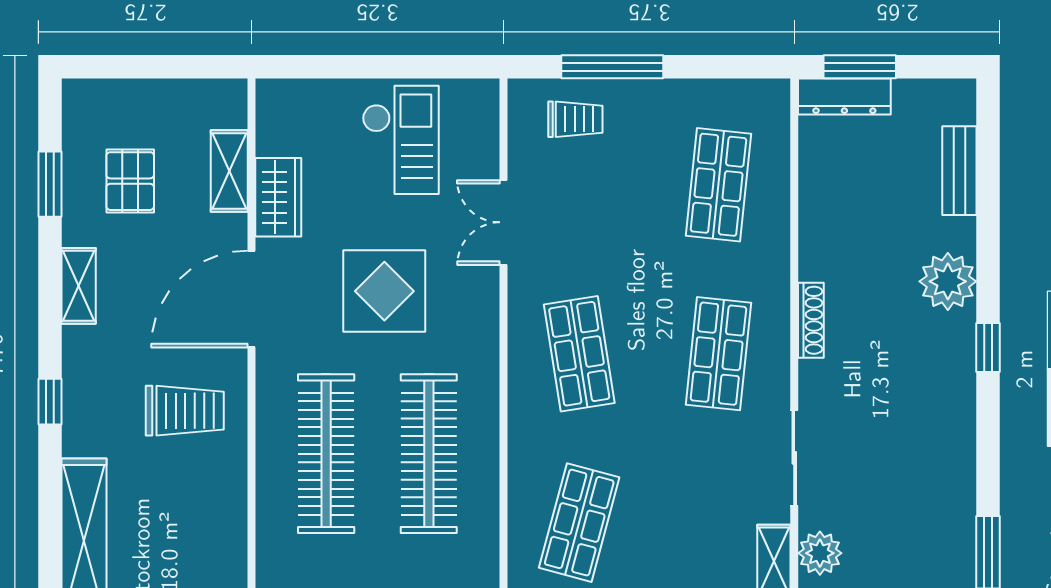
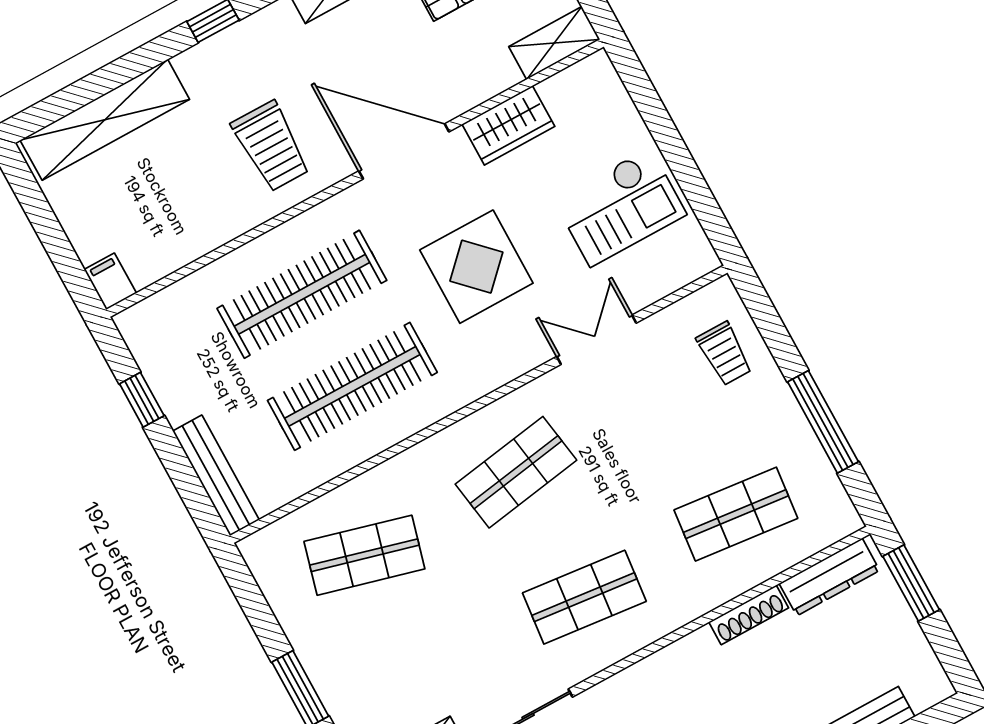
window: (612, 67) -> (823, 422), moved
dresser: (844, 97) -> (829, 577), moved, turned -90
shelving: (229, 171) -> (554, 43), moved
shoe rack: (811, 320) -> (749, 615), moved

